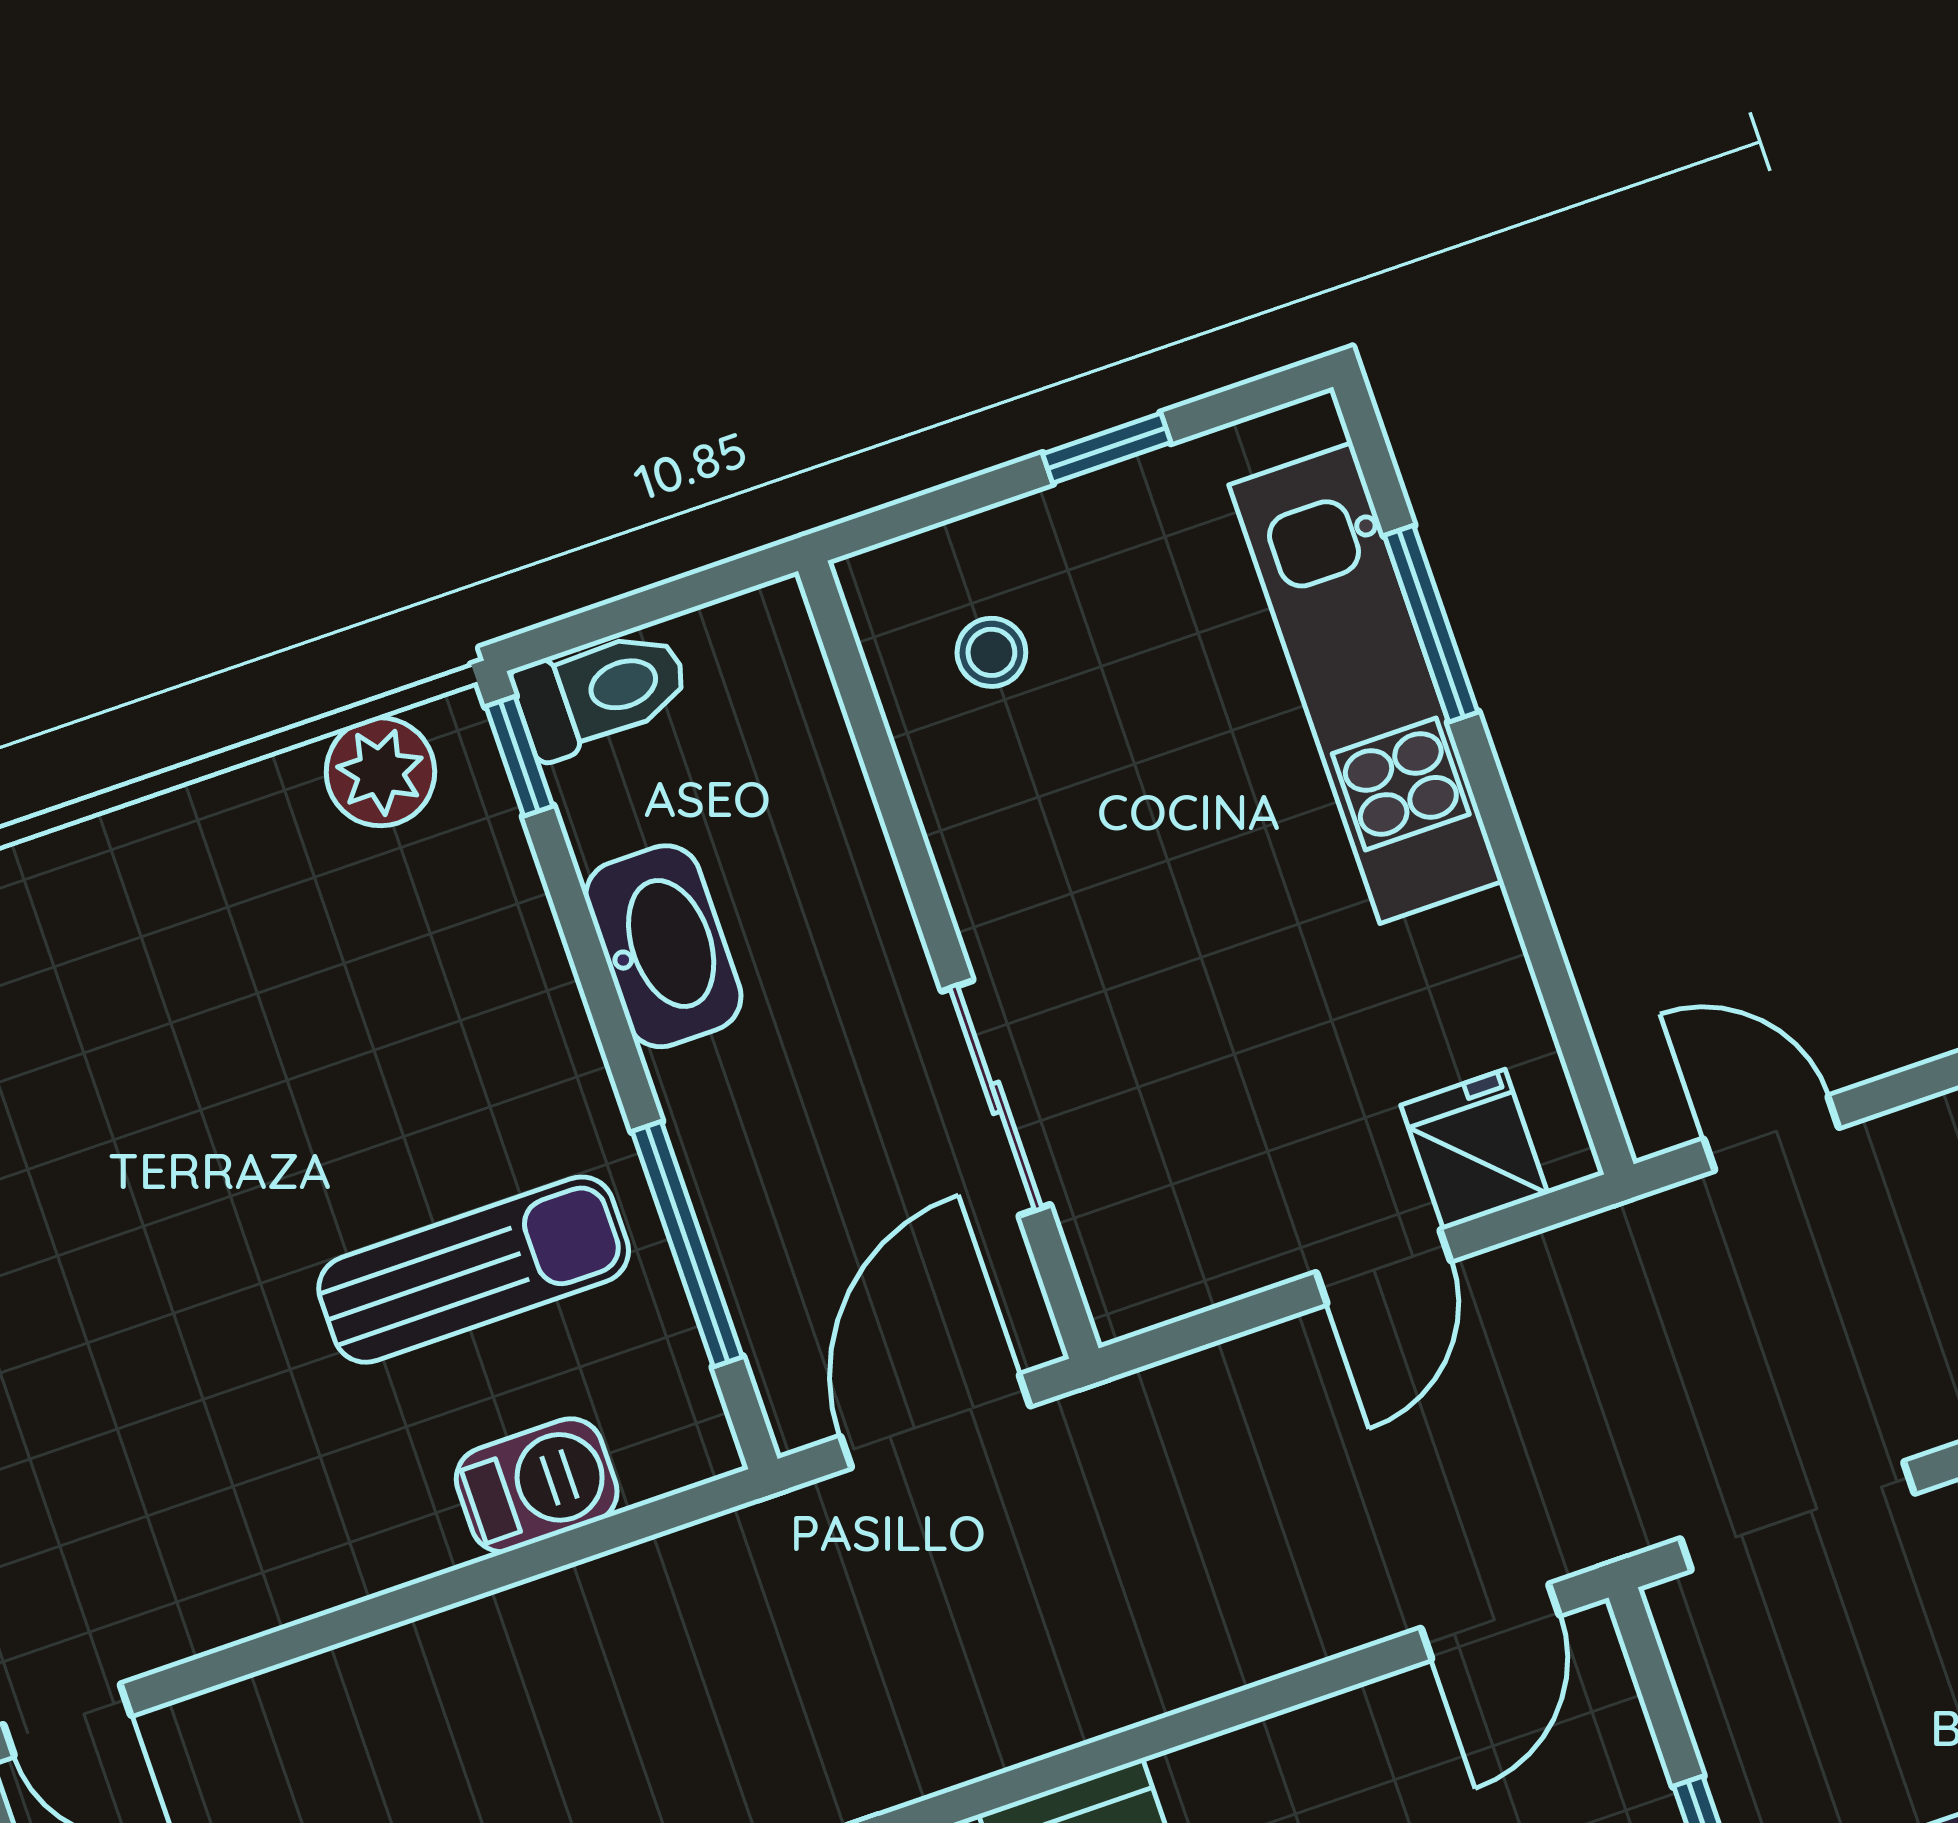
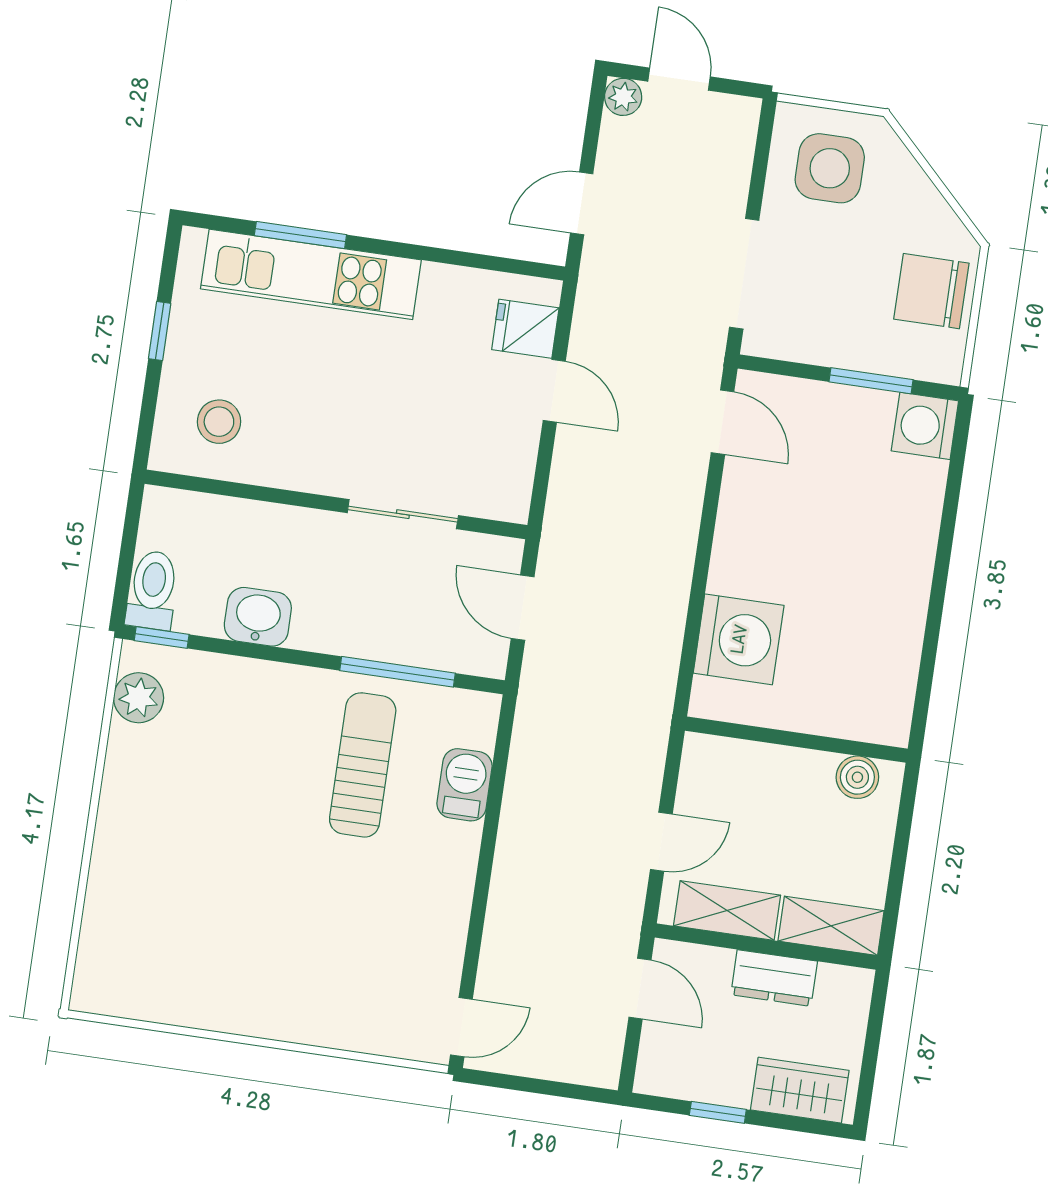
stool: (991, 652) -> (219, 422), width x1.37, depth x1.37
washbasin: (663, 946) -> (258, 617), width x0.72
door: (935, 1421) -> (523, 608), width x0.73

